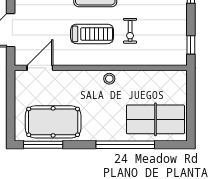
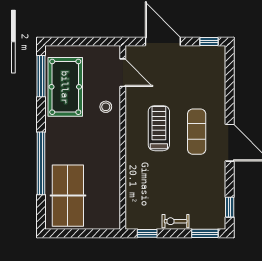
exercise bike: (130, 31) -> (176, 221), moved
treadmill: (92, 34) -> (159, 128), turned 180
stool: (109, 79) -> (106, 107), moved

